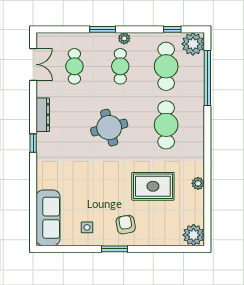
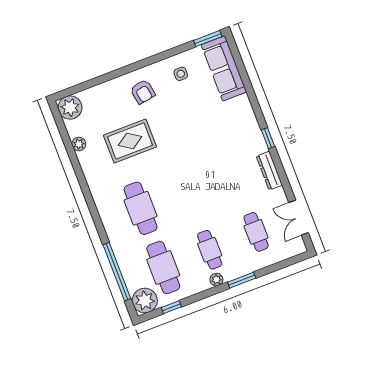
round table: (109, 128) -> (197, 183), removed
plant: (198, 183) -> (79, 144), moved
window: (114, 249) -> (208, 39), moved

